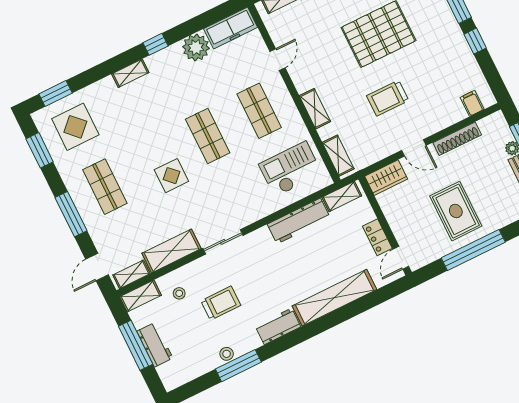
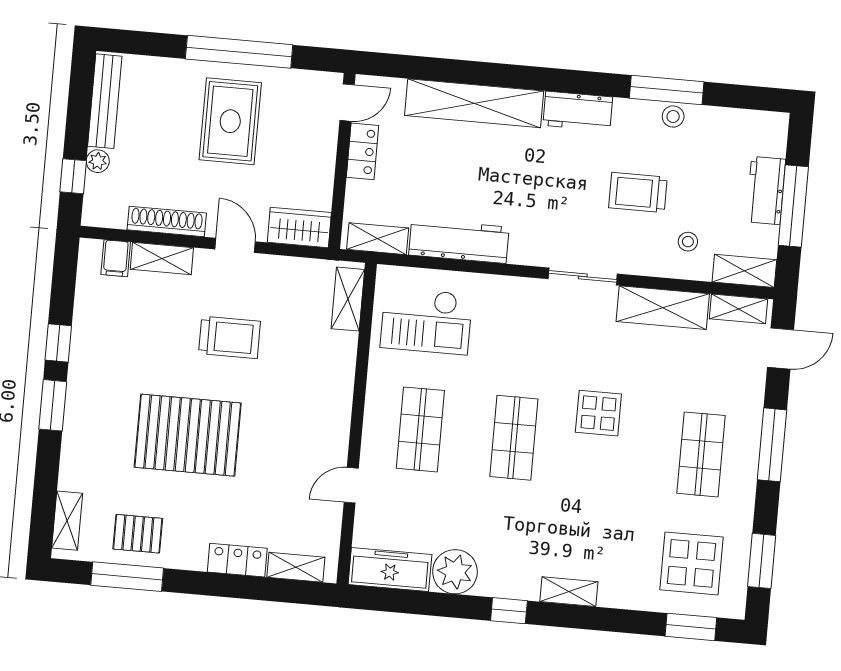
shelving: (315, 109) -> (162, 259), moved, turned 90

